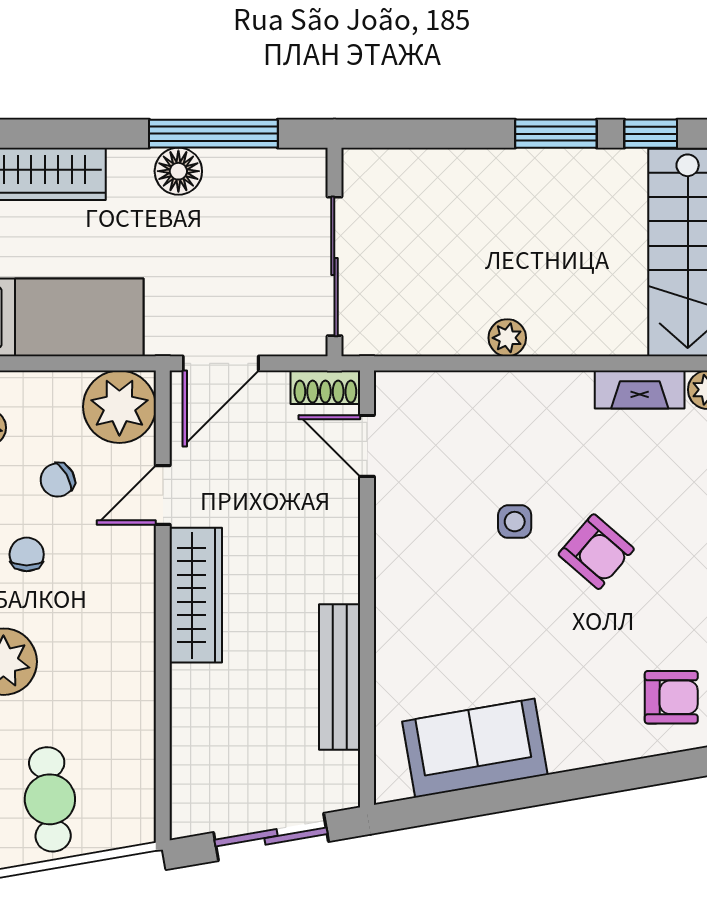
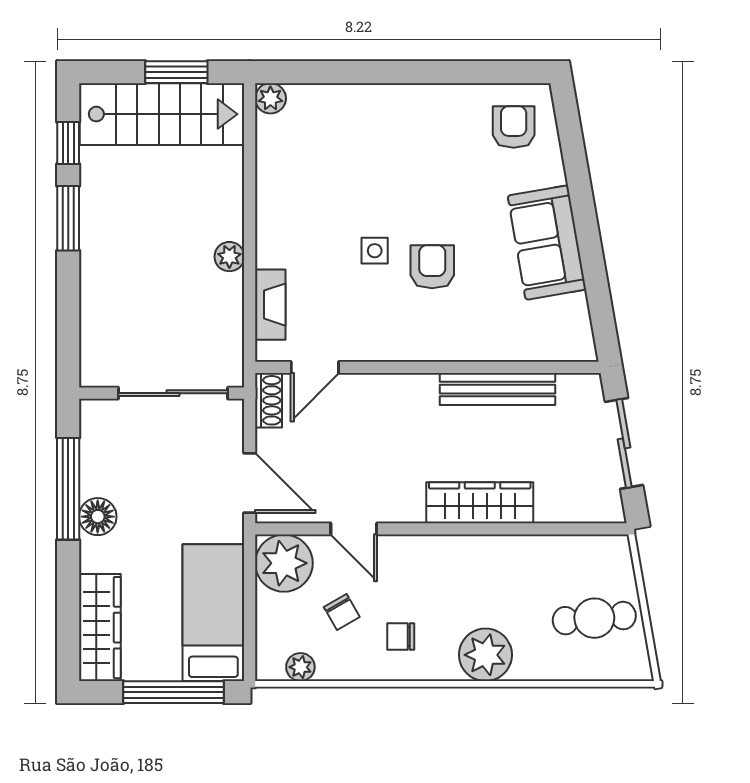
fireplace: (640, 389) -> (270, 305), moved
armchair: (596, 552) -> (432, 267), moved, turned -41
wardrobe: (196, 595) -> (480, 503), moved
sofa: (475, 748) -> (547, 243), moved

